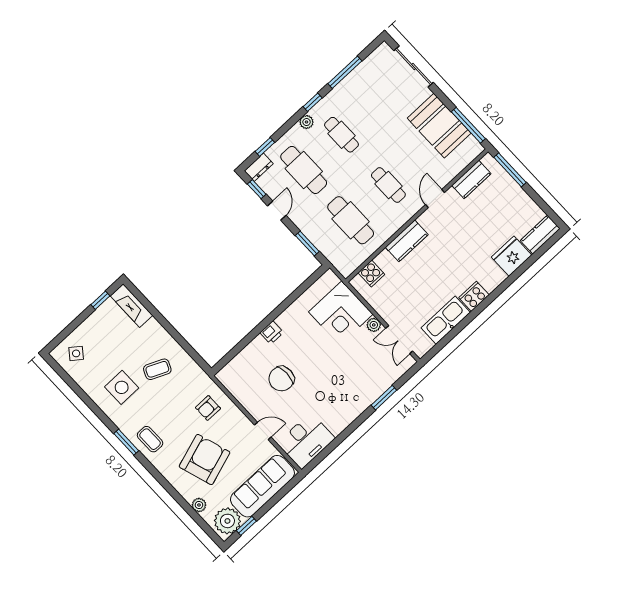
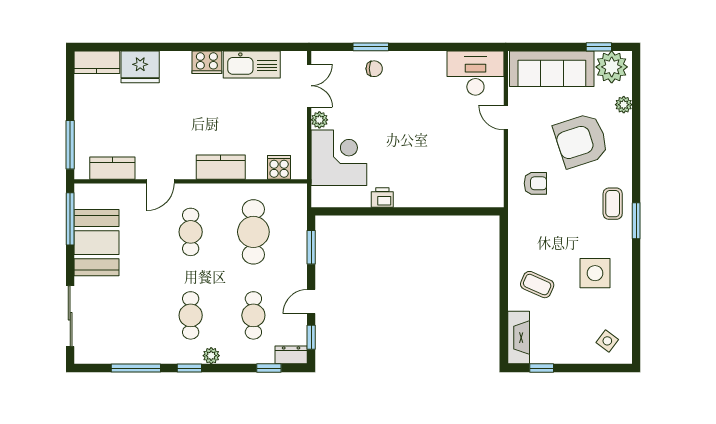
cafe table: (304, 170) -> (253, 315), width x0.73, depth x0.74
printer: (272, 333) -> (382, 198), moved
coffee table: (157, 369) -> (537, 285), moved
chair: (281, 379) -> (374, 69), moved, width x0.54, depth x0.54

